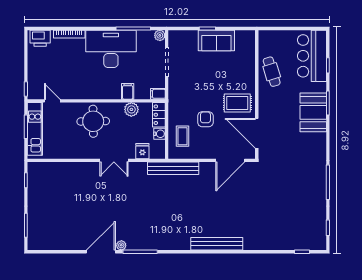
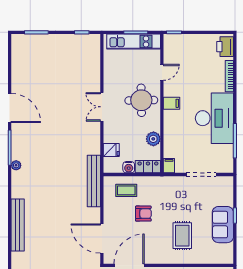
plant: (160, 35) -> (228, 167), removed
filing cabinet: (128, 91) -> (172, 103), moved
door: (52, 101) -> (162, 72), moved
rug: (237, 103) -> (182, 236), moved
double door: (114, 160) -> (102, 107), moved
plant: (121, 245) -> (16, 165), moved

